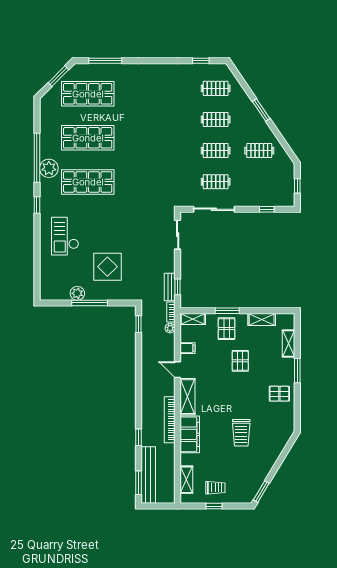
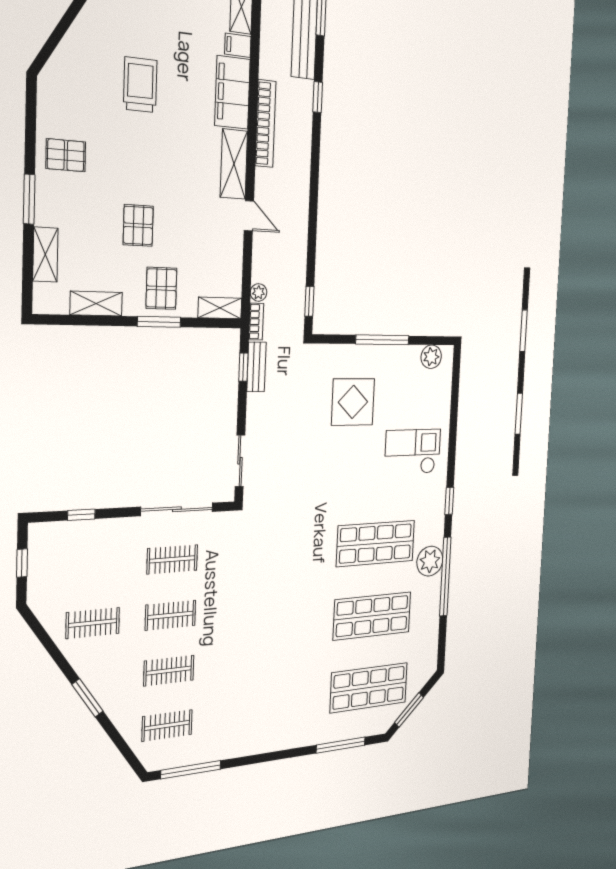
window: (201, 61) -> (191, 770), width x2.17
checkout: (65, 236) -> (413, 452), turned -90
plant: (77, 293) -> (431, 357), moved
filing cabinet: (188, 348) -> (238, 45), moved

